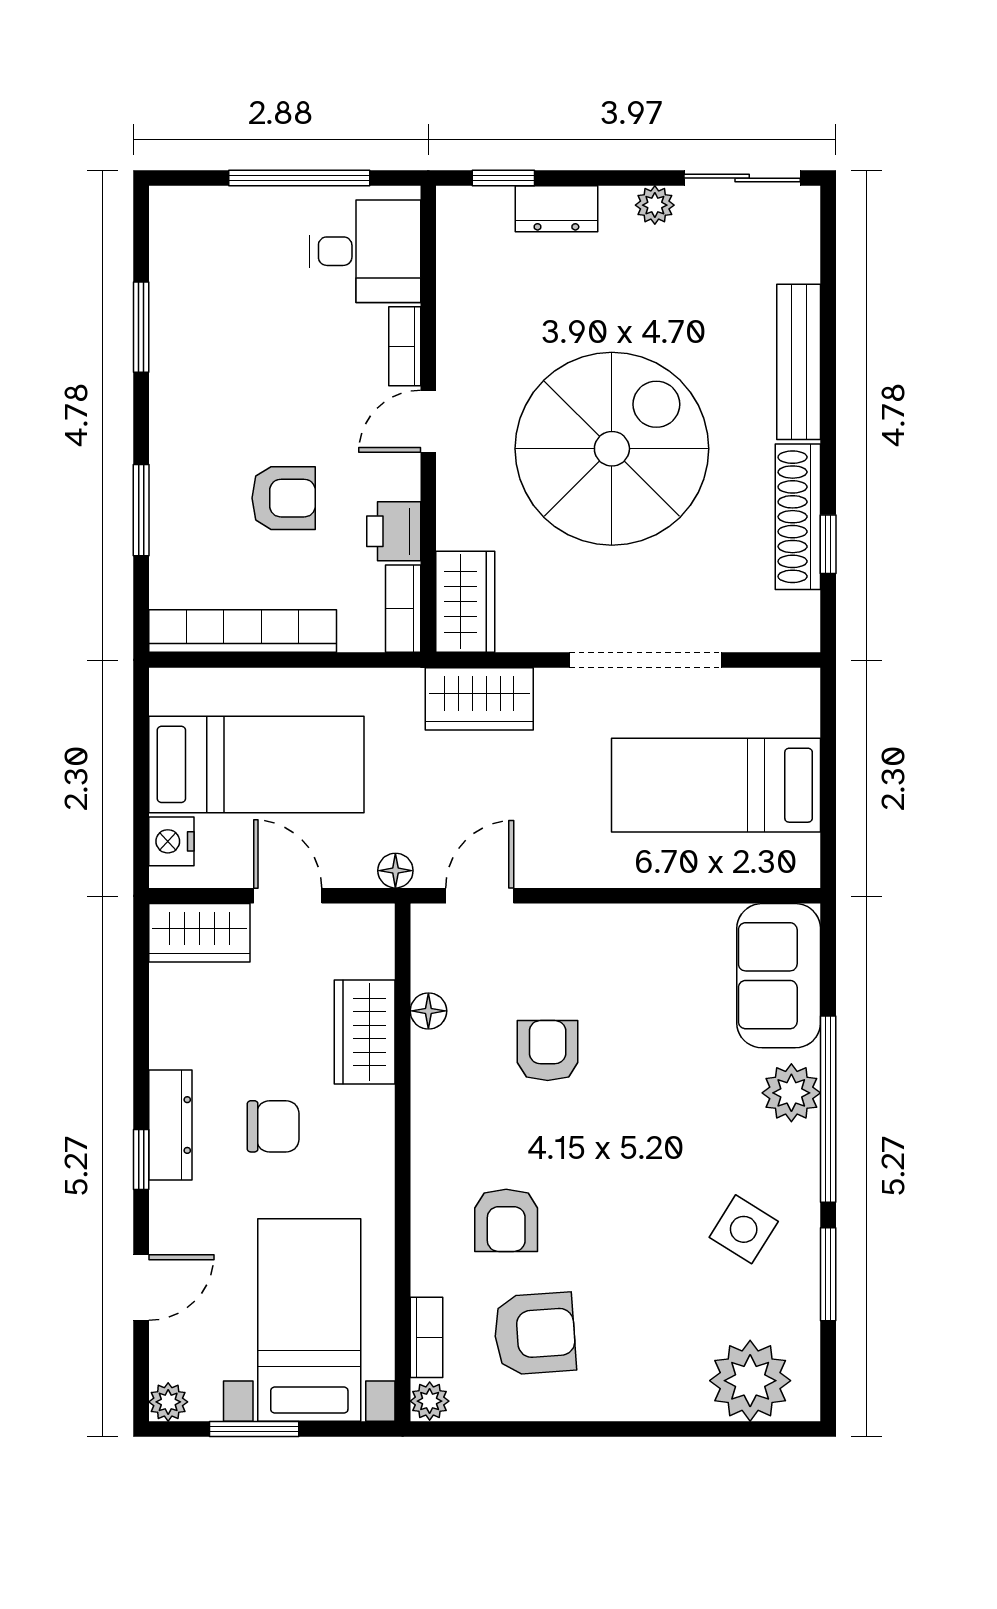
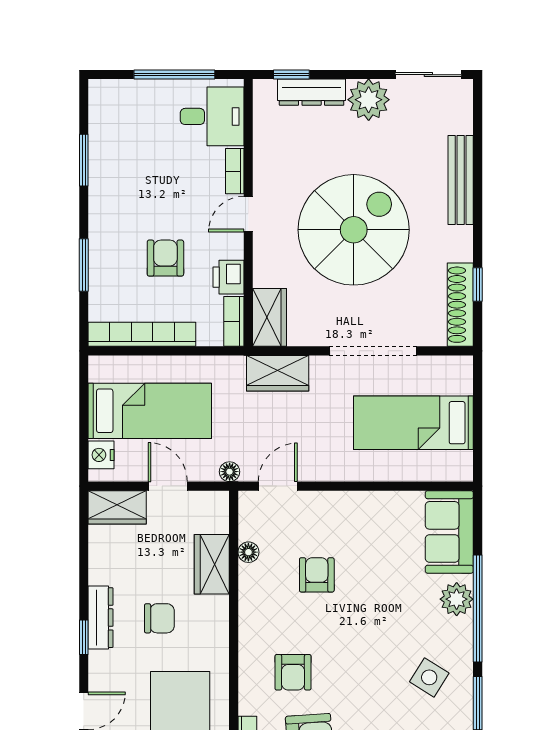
plant: (655, 205) -> (369, 100), width x1.87, depth x1.87
dresser: (556, 209) -> (312, 92), width x1.44
armchair: (284, 498) -> (165, 258), turned -90
shoe rack: (798, 517) -> (460, 305), moved

